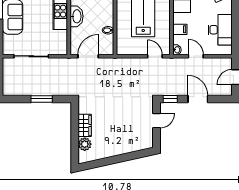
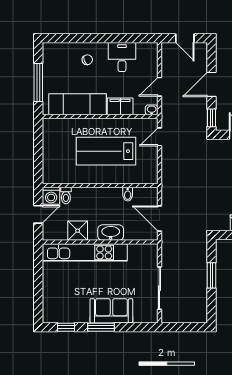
filing cabinet: (180, 29) -> (120, 106), width x2.00
desk: (220, 30) -> (122, 57), width x0.73

